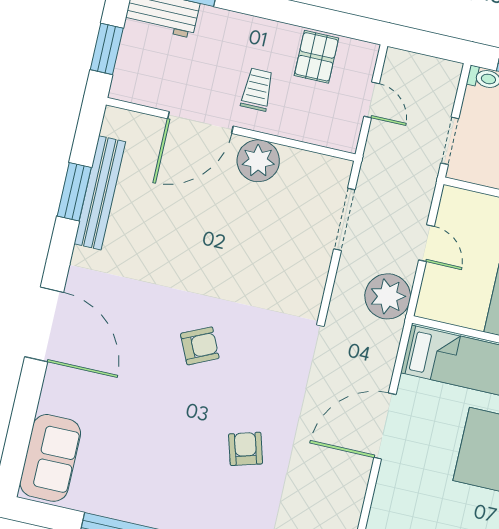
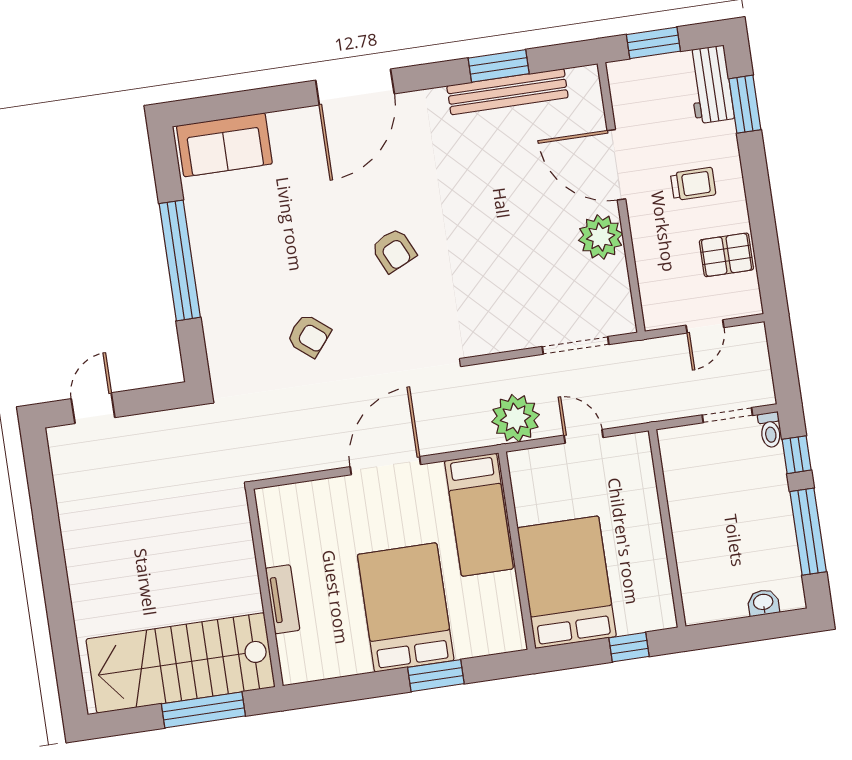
trolley: (257, 90) -> (693, 184), moved
doorway: (450, 141) -> (727, 415), moved
door: (427, 243) -> (584, 436), swing flipped
door: (385, 426) -> (385, 466), hinge flipped
armchair: (246, 449) -> (309, 336), turned 55

